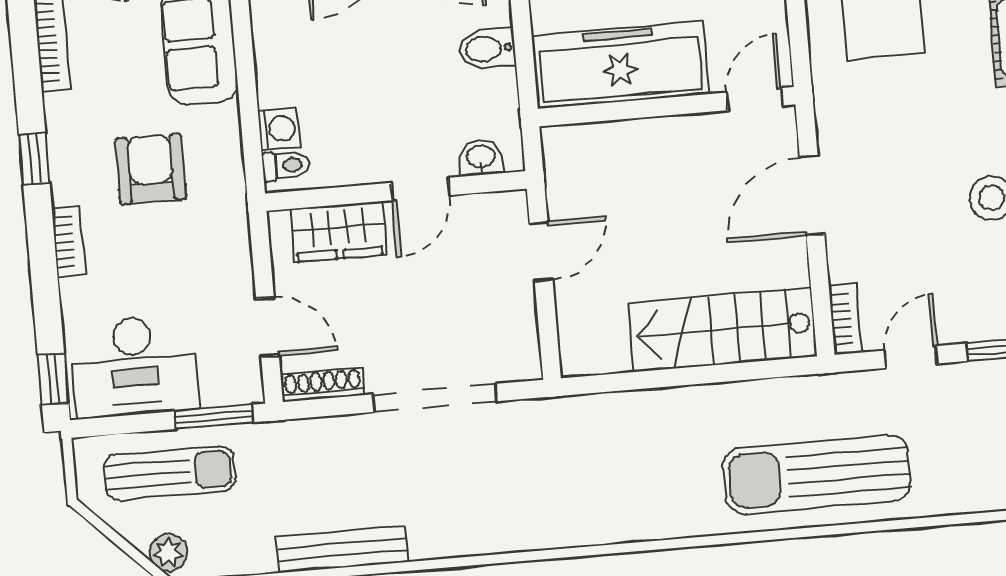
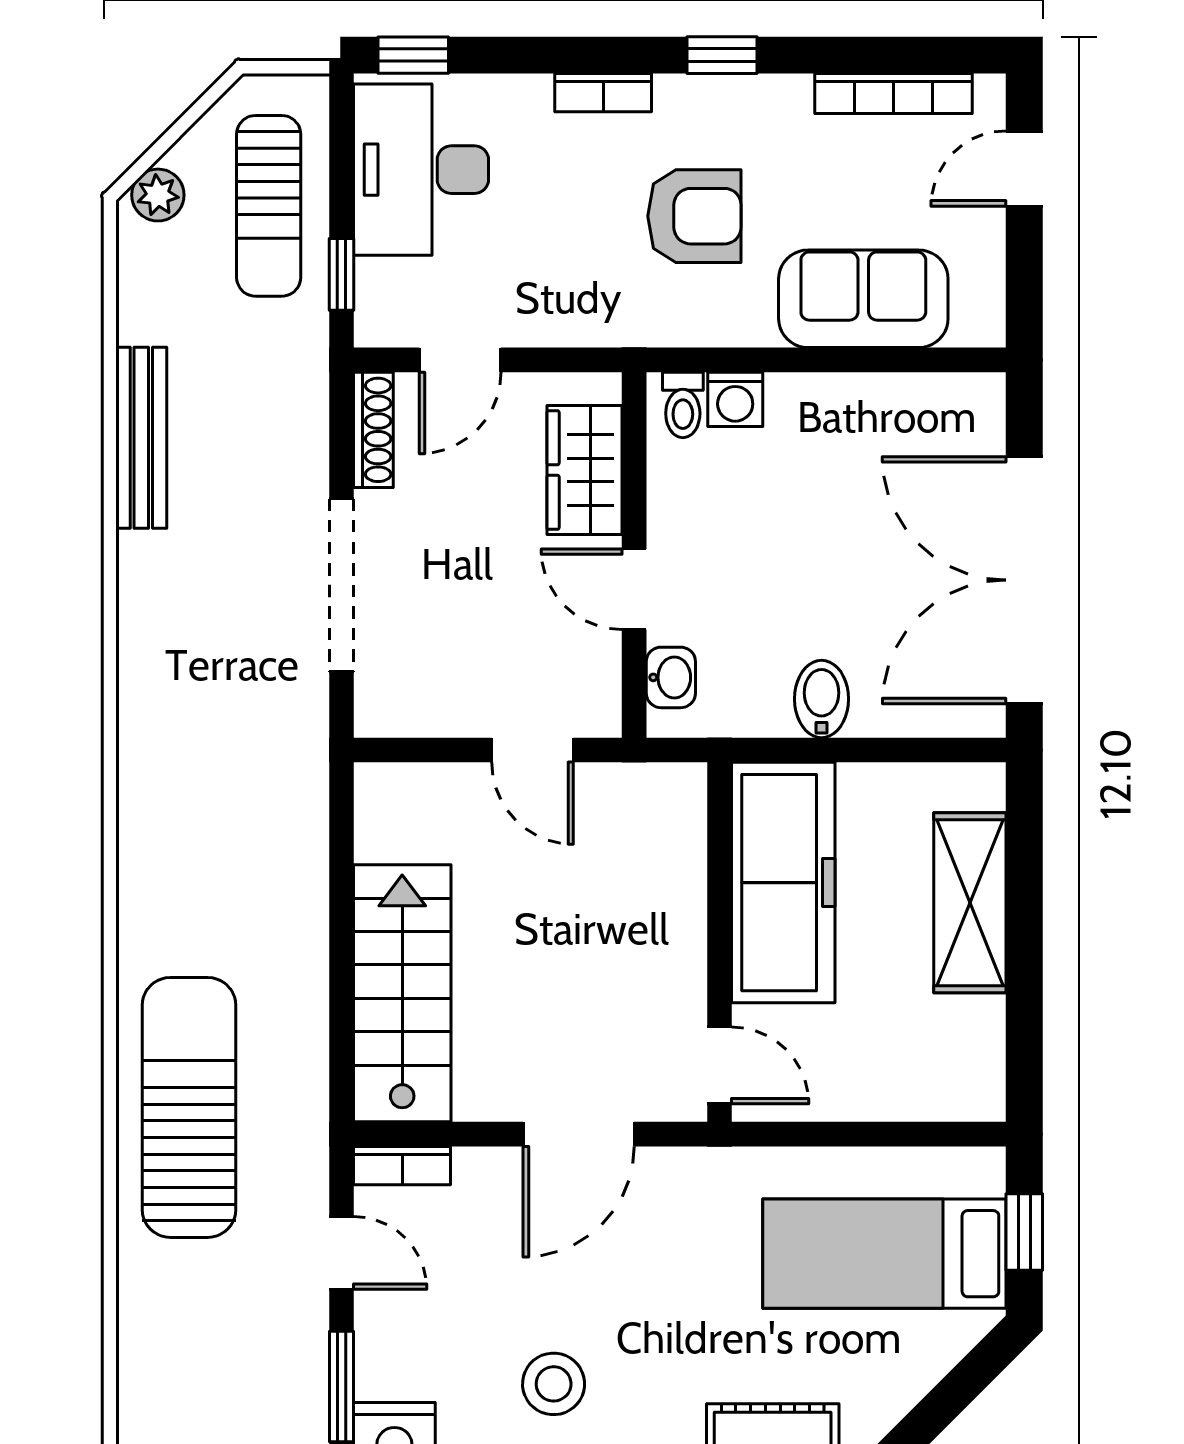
door: (812, 195) -> (579, 1134), swing flipped
window: (214, 417) -> (342, 274), width x0.67

